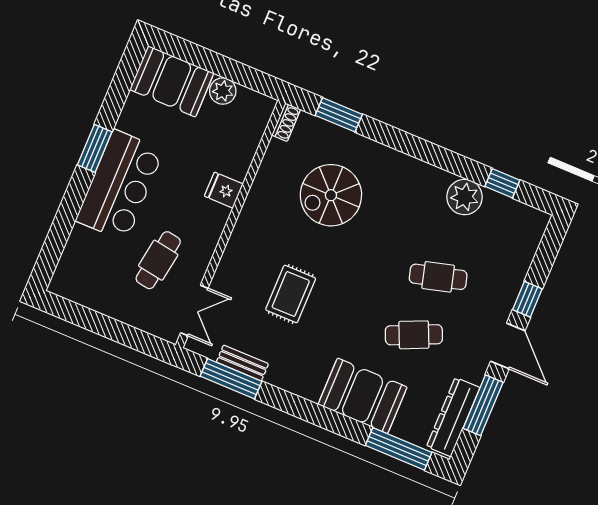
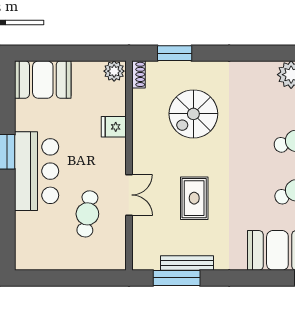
plant: (223, 91) -> (114, 71), moved
fridge: (224, 190) -> (114, 127), moved
double door: (194, 311) -> (129, 195), moved
bench: (242, 363) -> (187, 263), width x1.36

